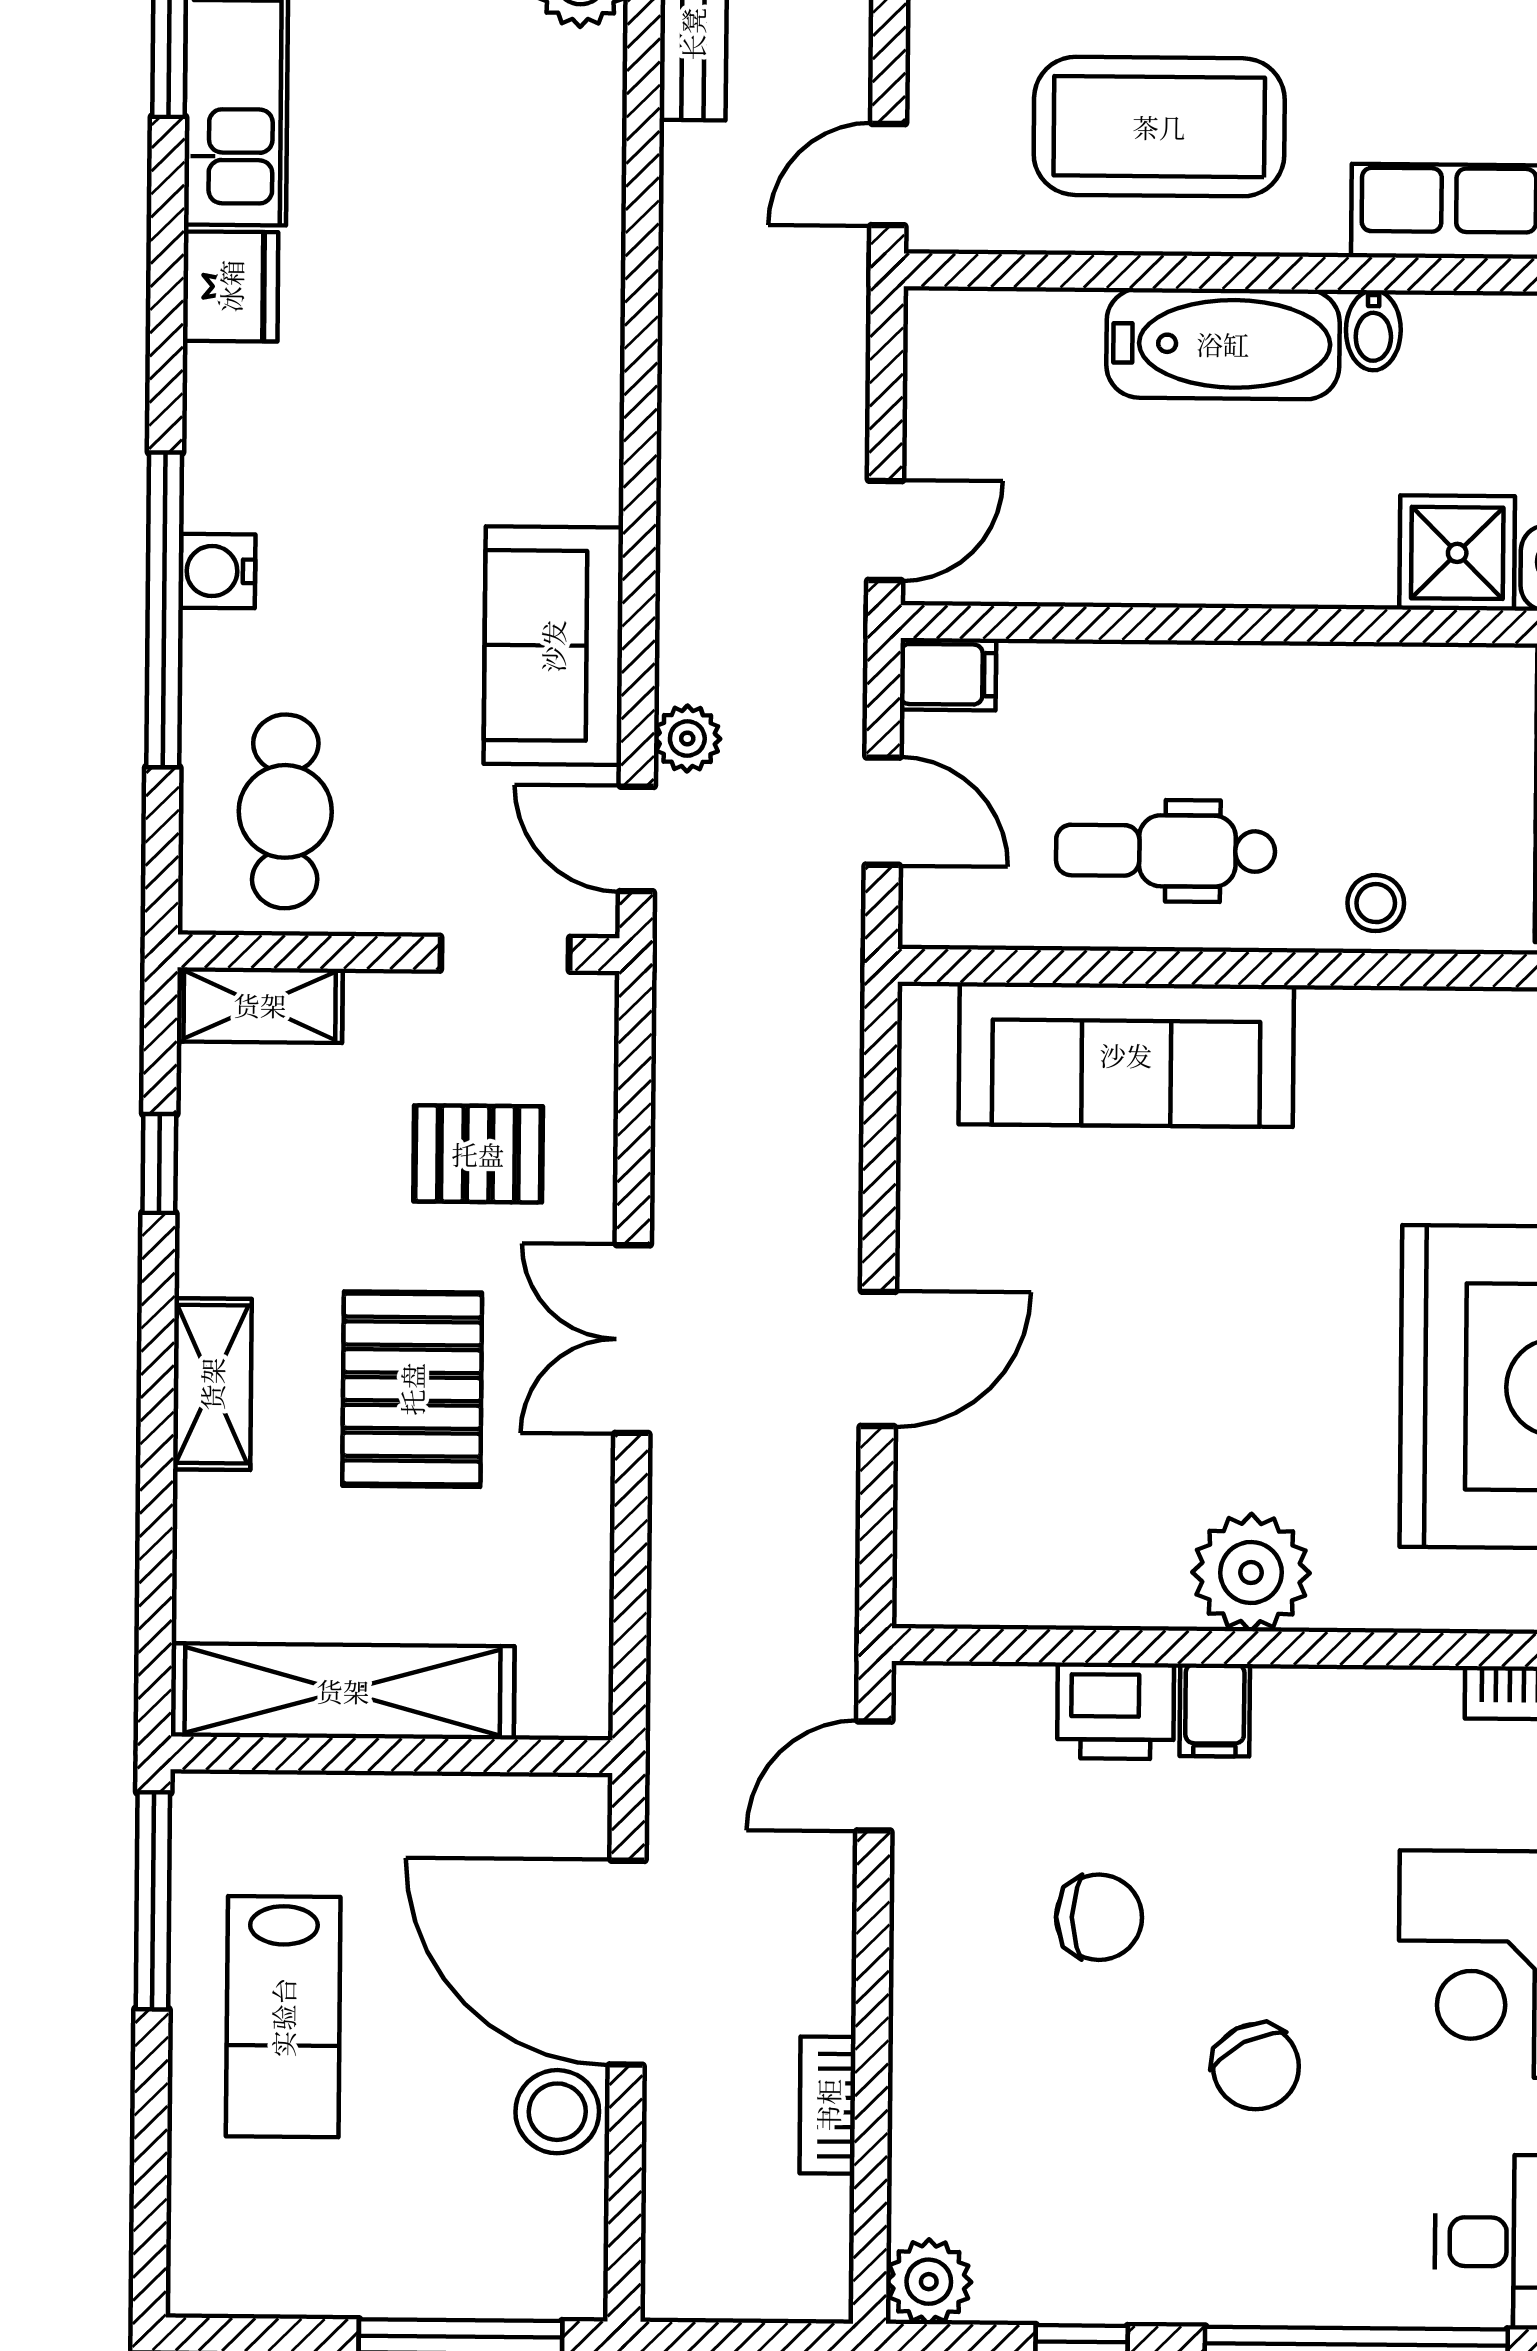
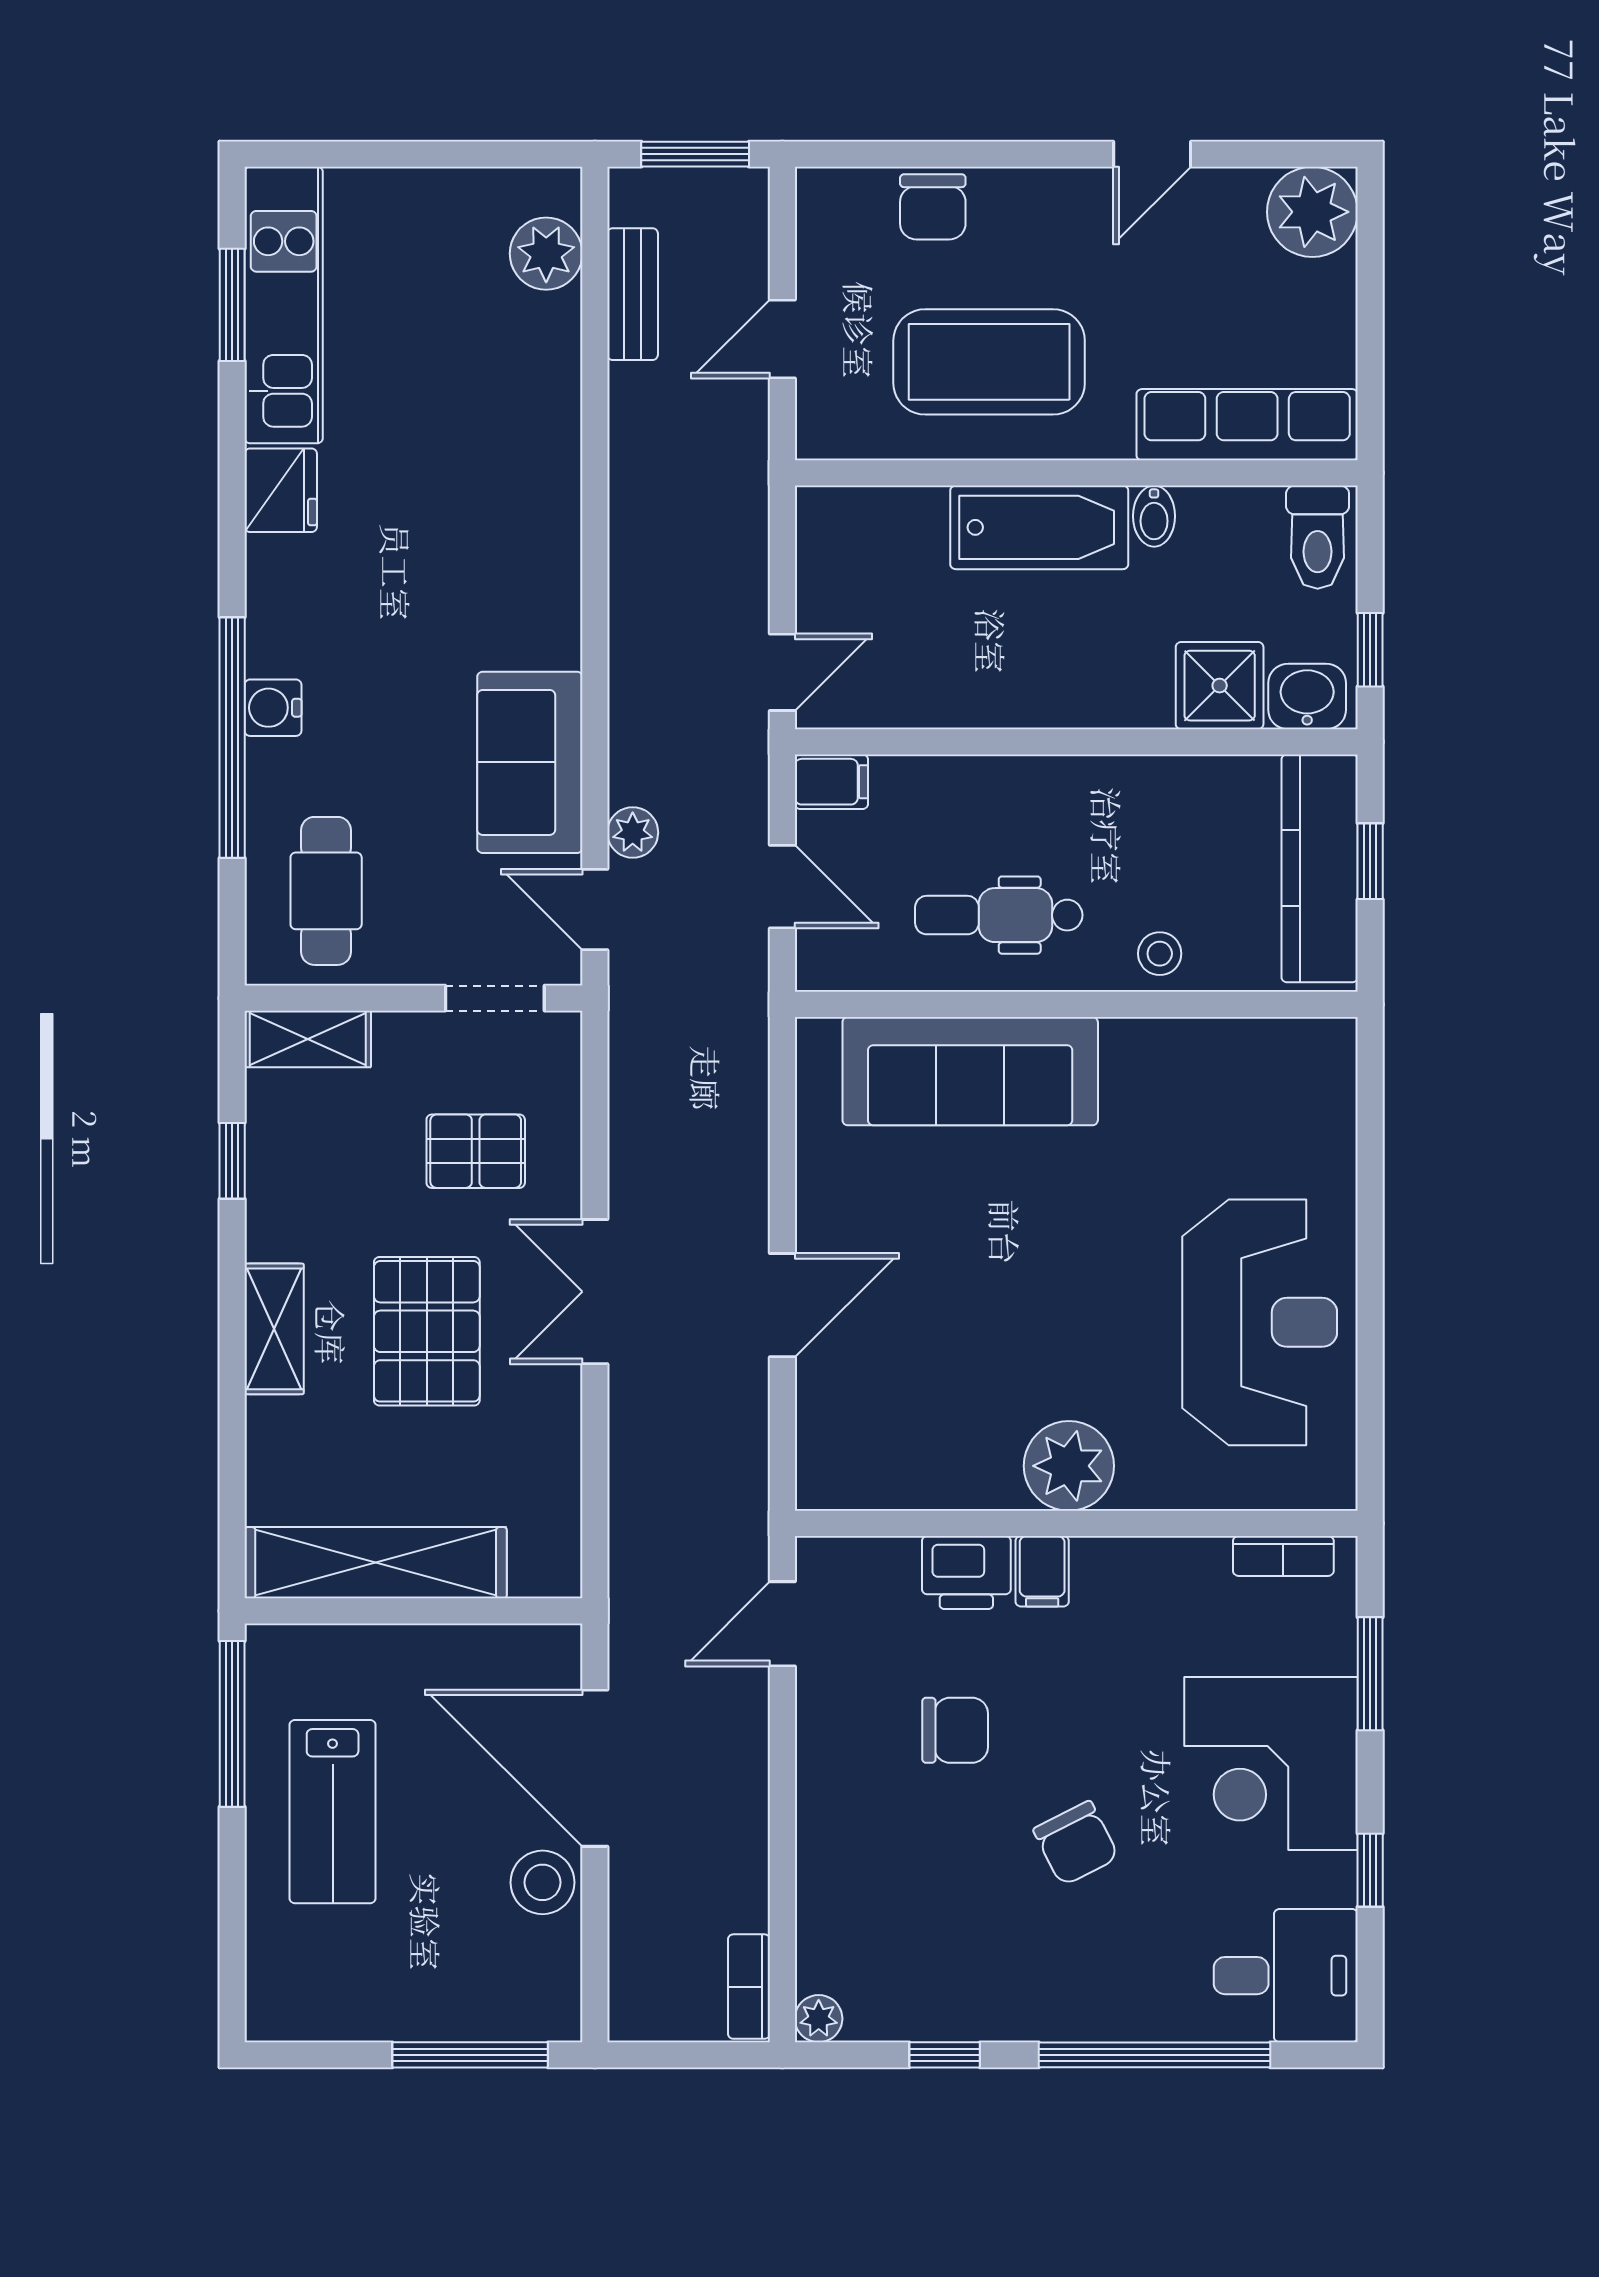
door: (888, 175) -> (782, 339), moved
bookcase: (828, 2105) -> (749, 1987), moved
plant: (929, 2282) -> (819, 2019), width x0.73, depth x0.73

